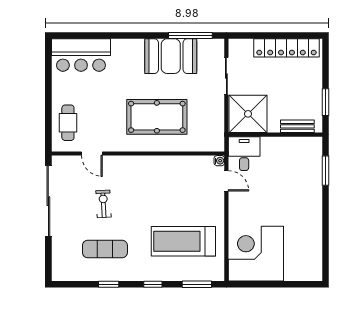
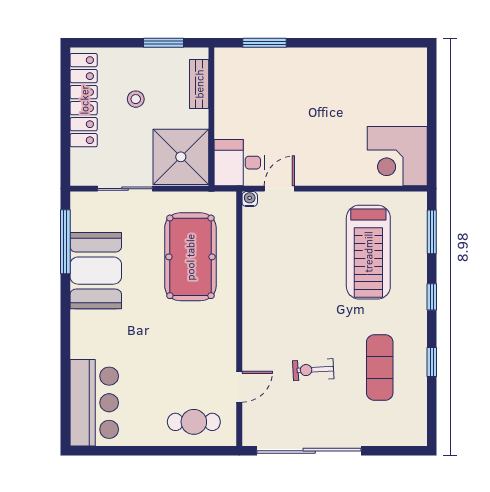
stool: (287, 83) -> (136, 99), added
pool table: (157, 117) -> (190, 257), moved
corner desk: (256, 254) -> (397, 156), width x0.74, depth x0.74

